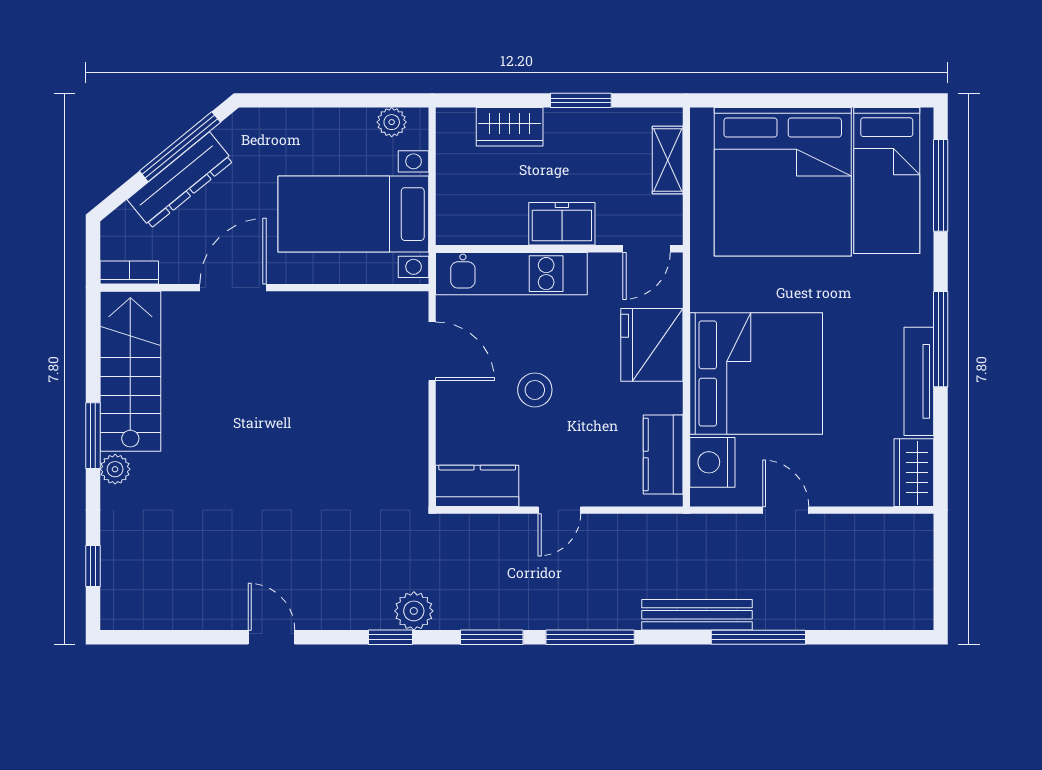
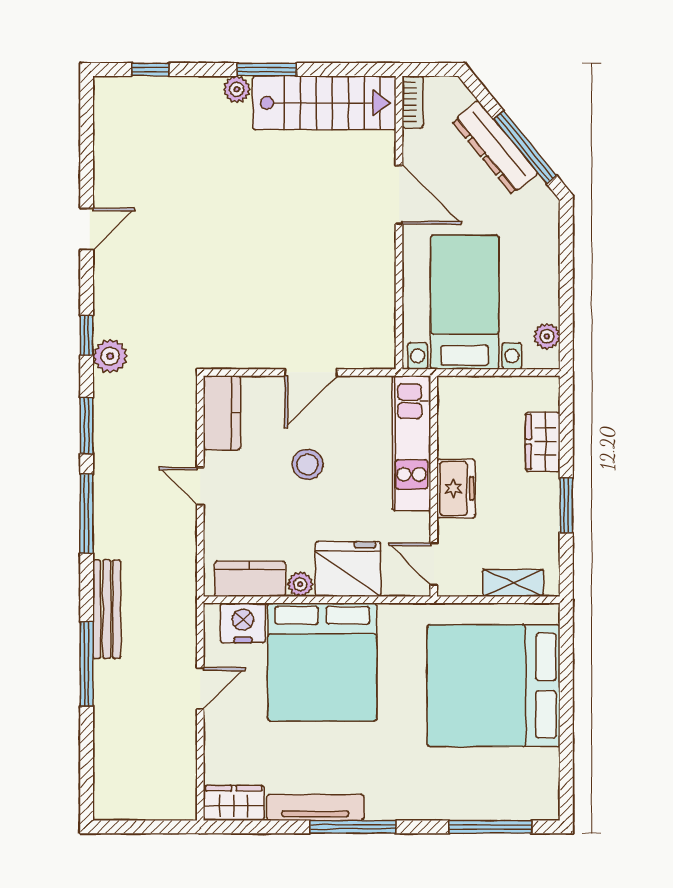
bed: (887, 181) -> (495, 779), removed
door: (432, 351) -> (311, 372), moved
plant: (669, 398) -> (300, 584), added

